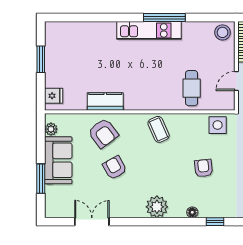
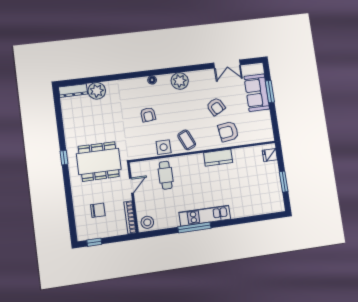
kitchen counter: (105, 101) -> (218, 158), moved
side table: (218, 125) -> (164, 147), moved
plant: (51, 129) -> (268, 130), removed
armchair: (103, 133) -> (228, 132), turned -61
sofa: (58, 160) -> (257, 93), moved
window: (215, 222) -> (134, 75), removed

